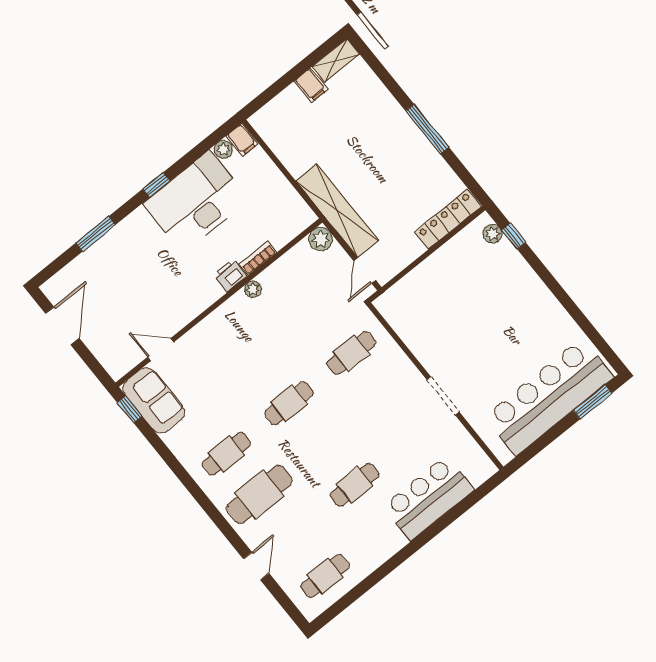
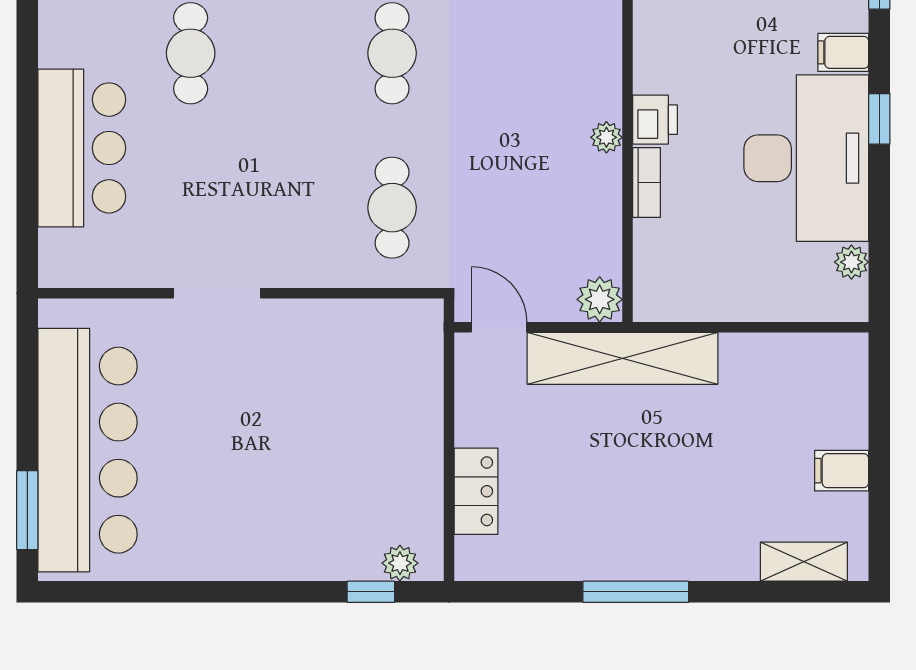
shelving: (336, 60) -> (804, 562), moved, turned 90
filing cabinet: (242, 140) -> (843, 52), moved
locker: (448, 219) -> (476, 491), width x0.66

